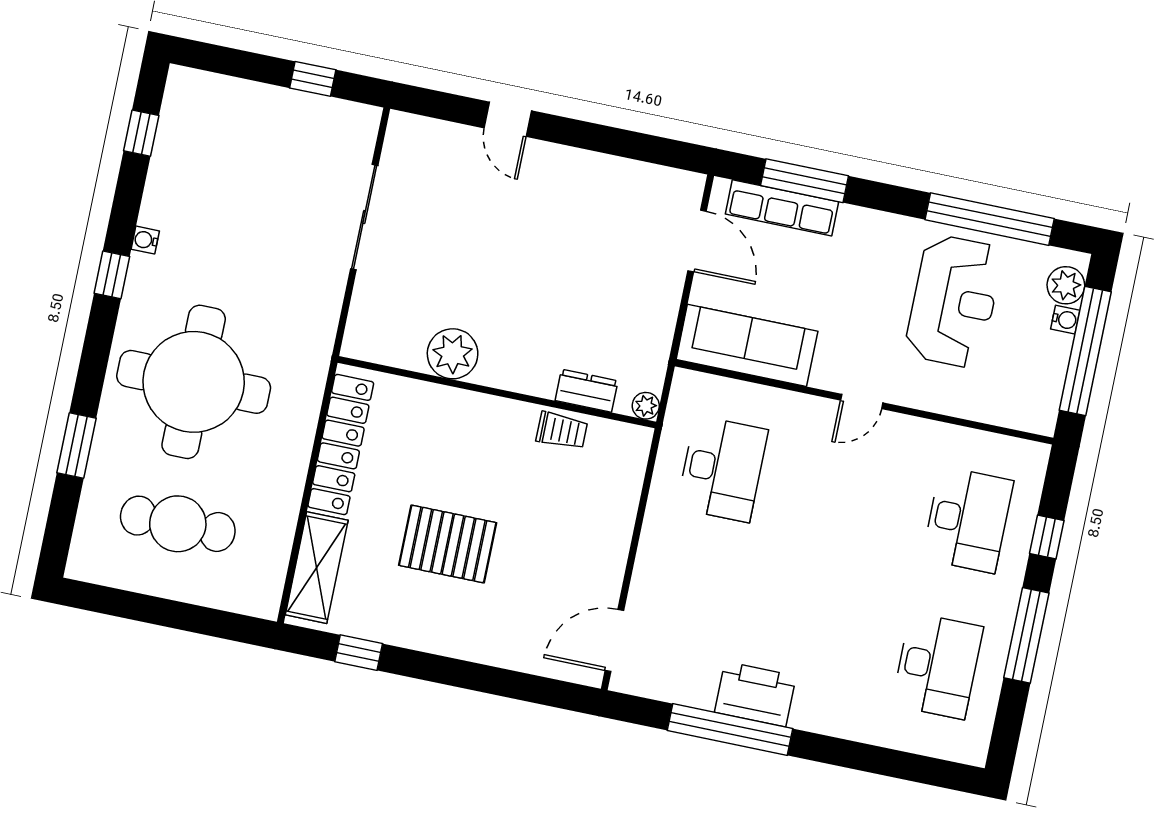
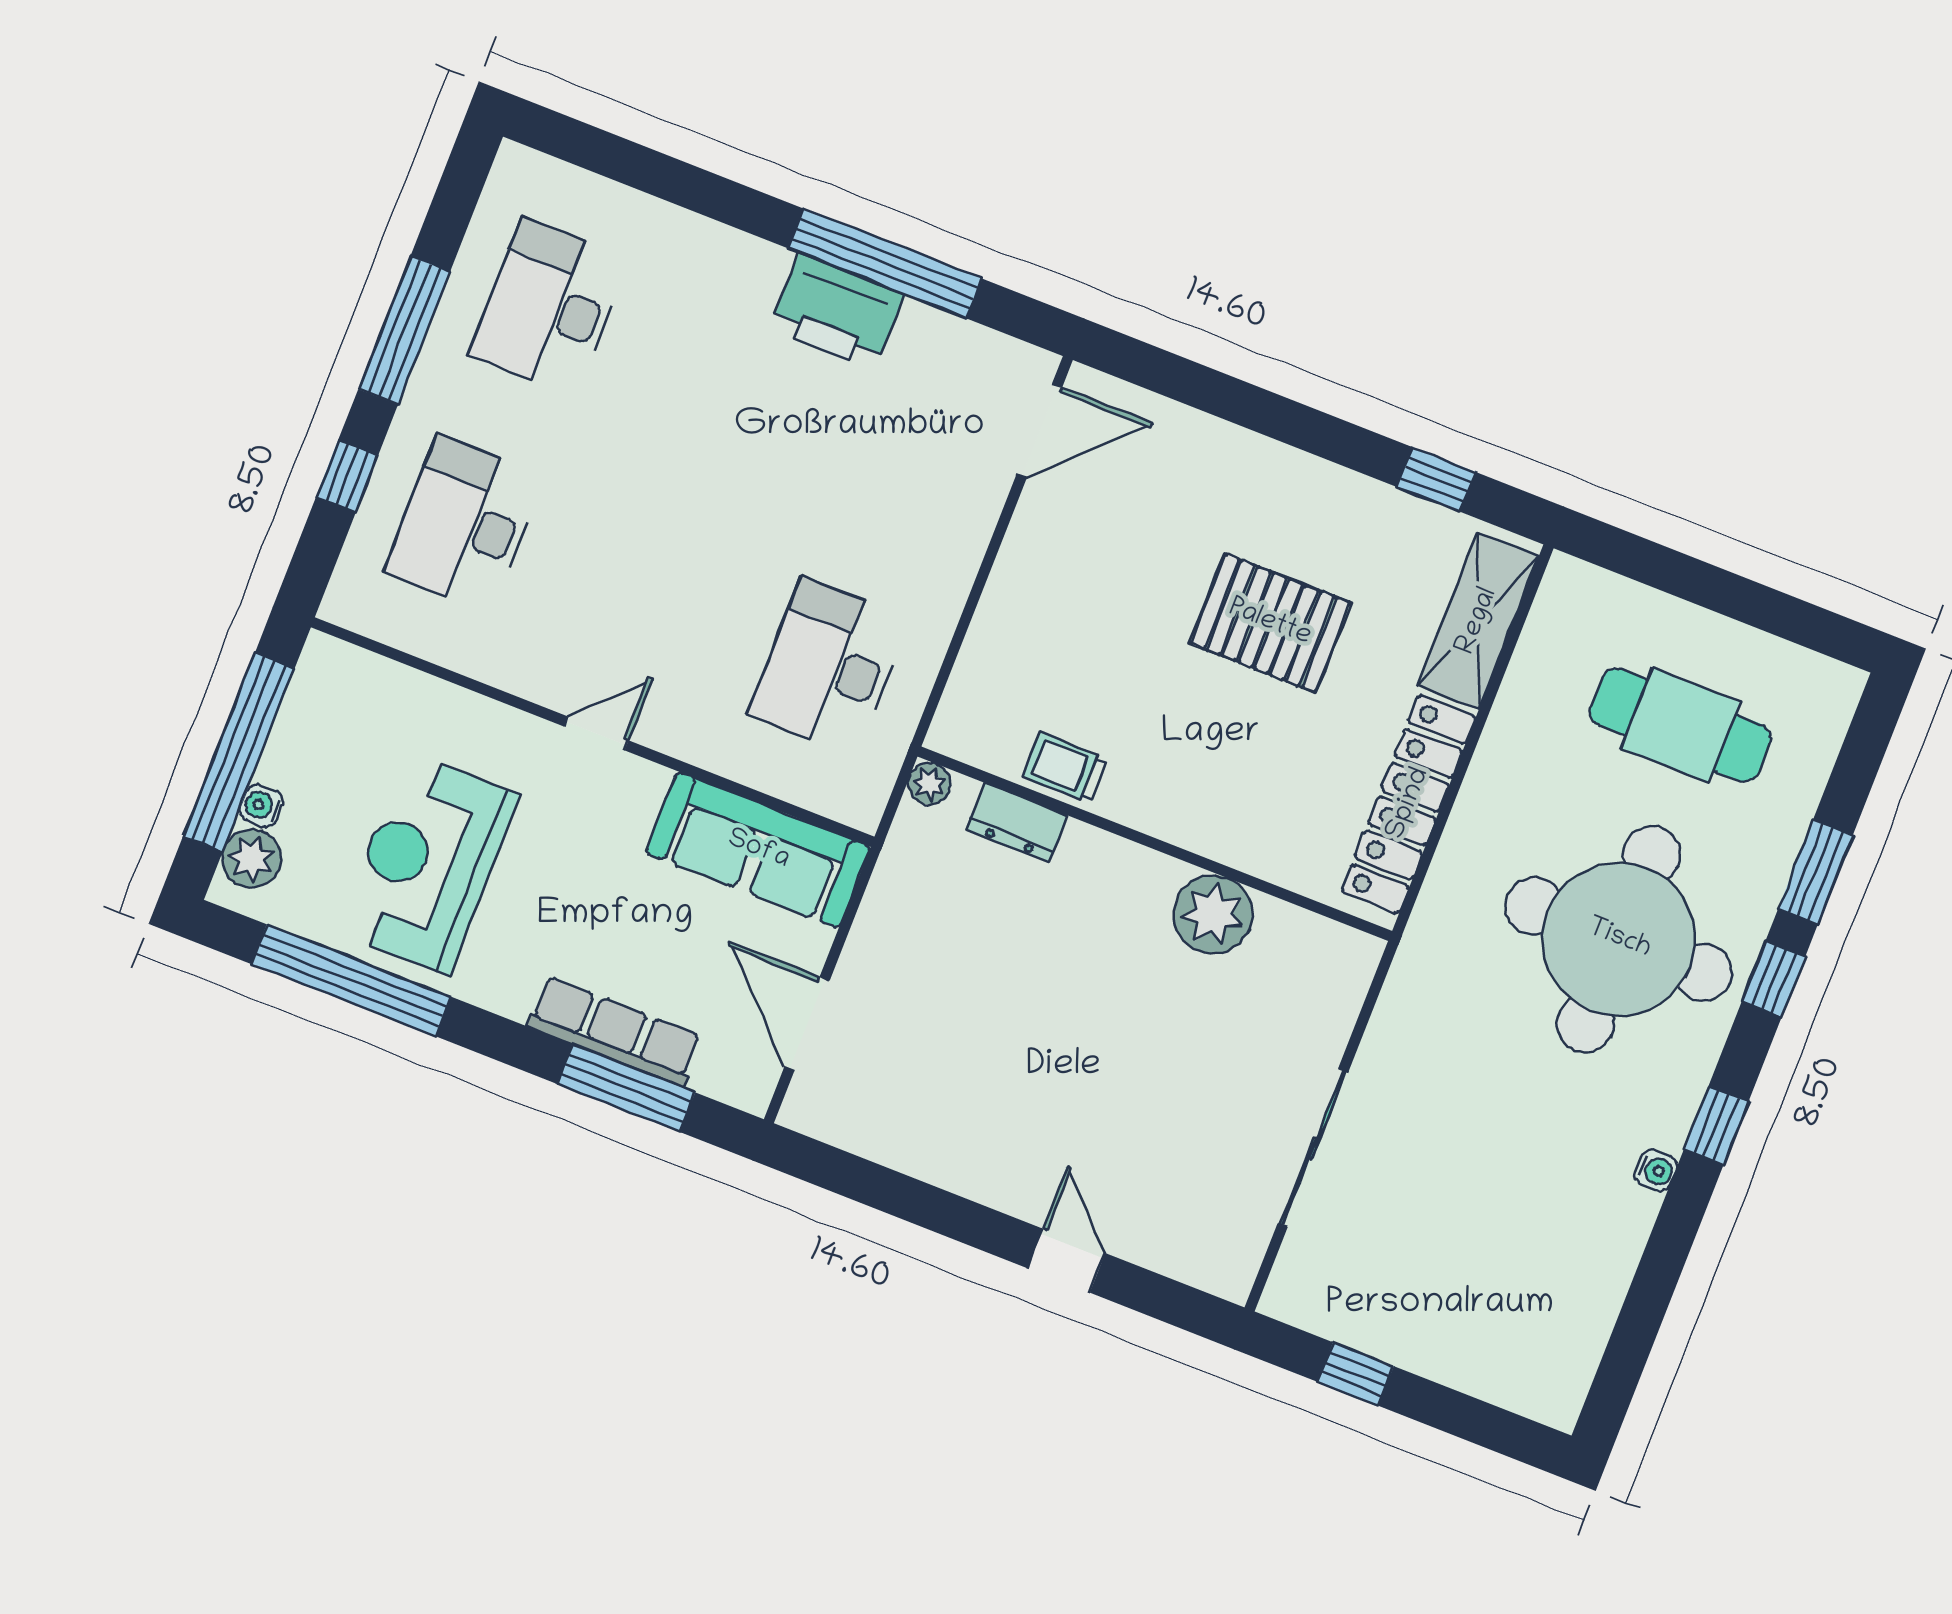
window: (141, 133) -> (1774, 979), moved
row of seats: (782, 208) -> (615, 1031), moved

